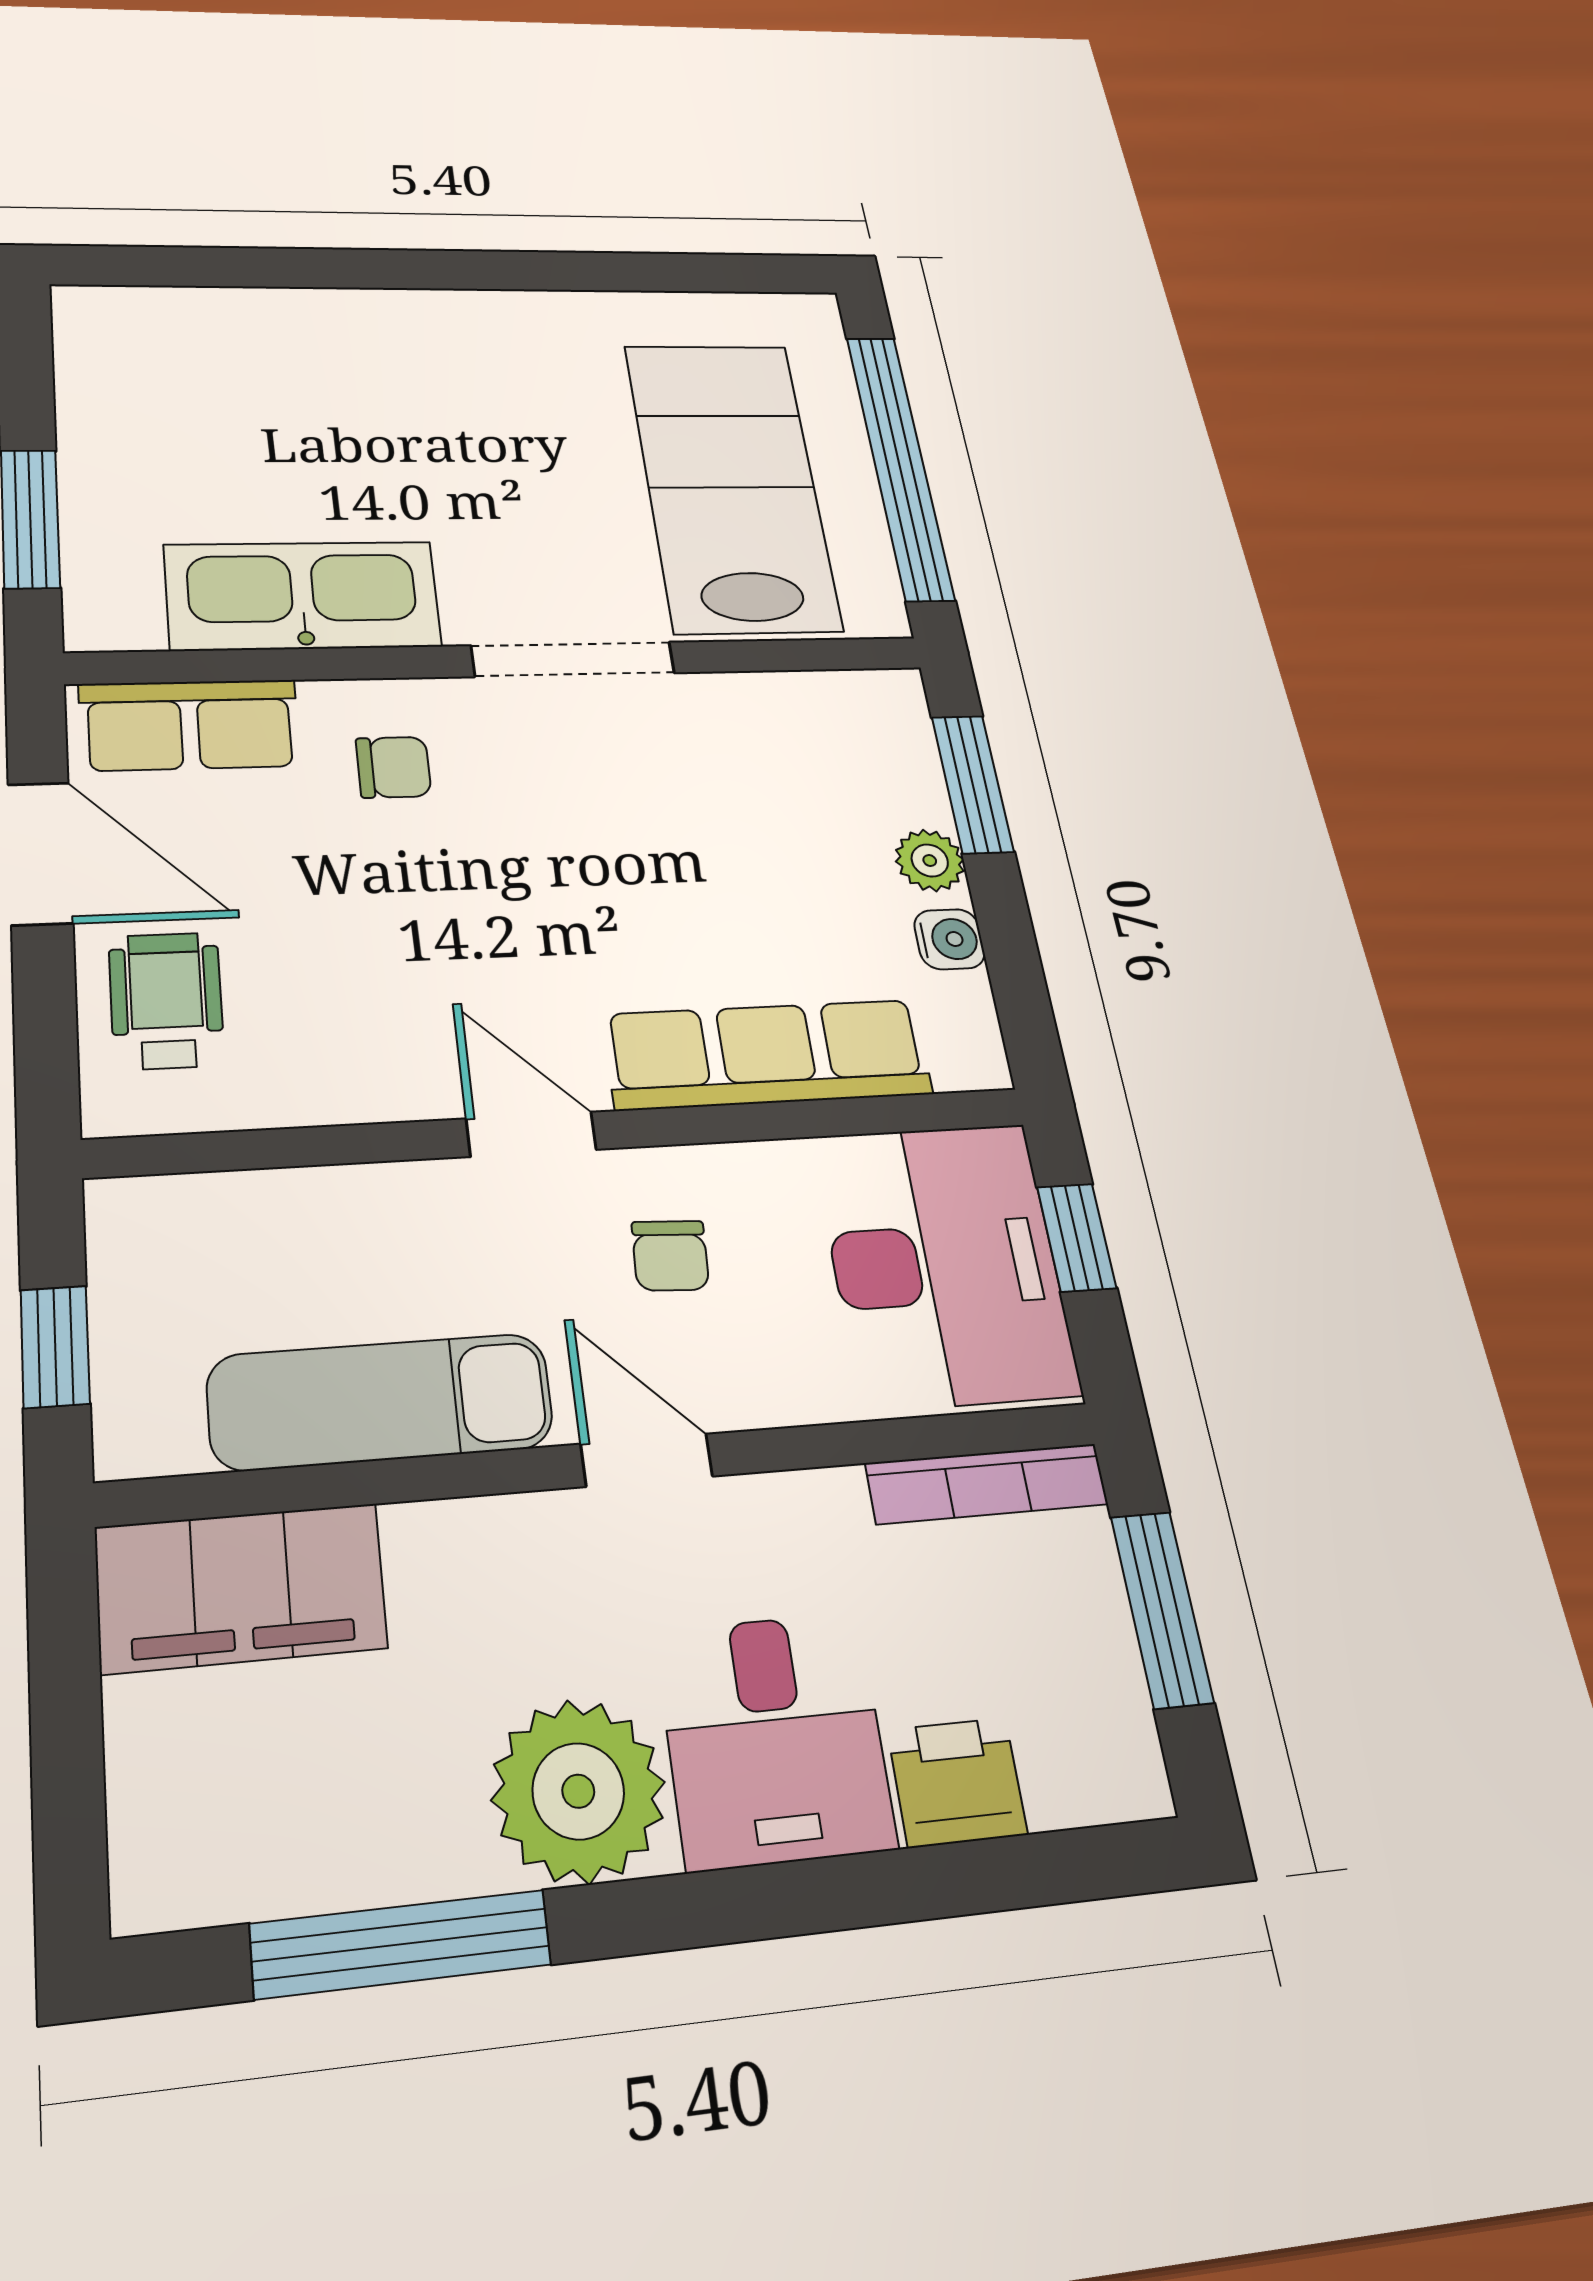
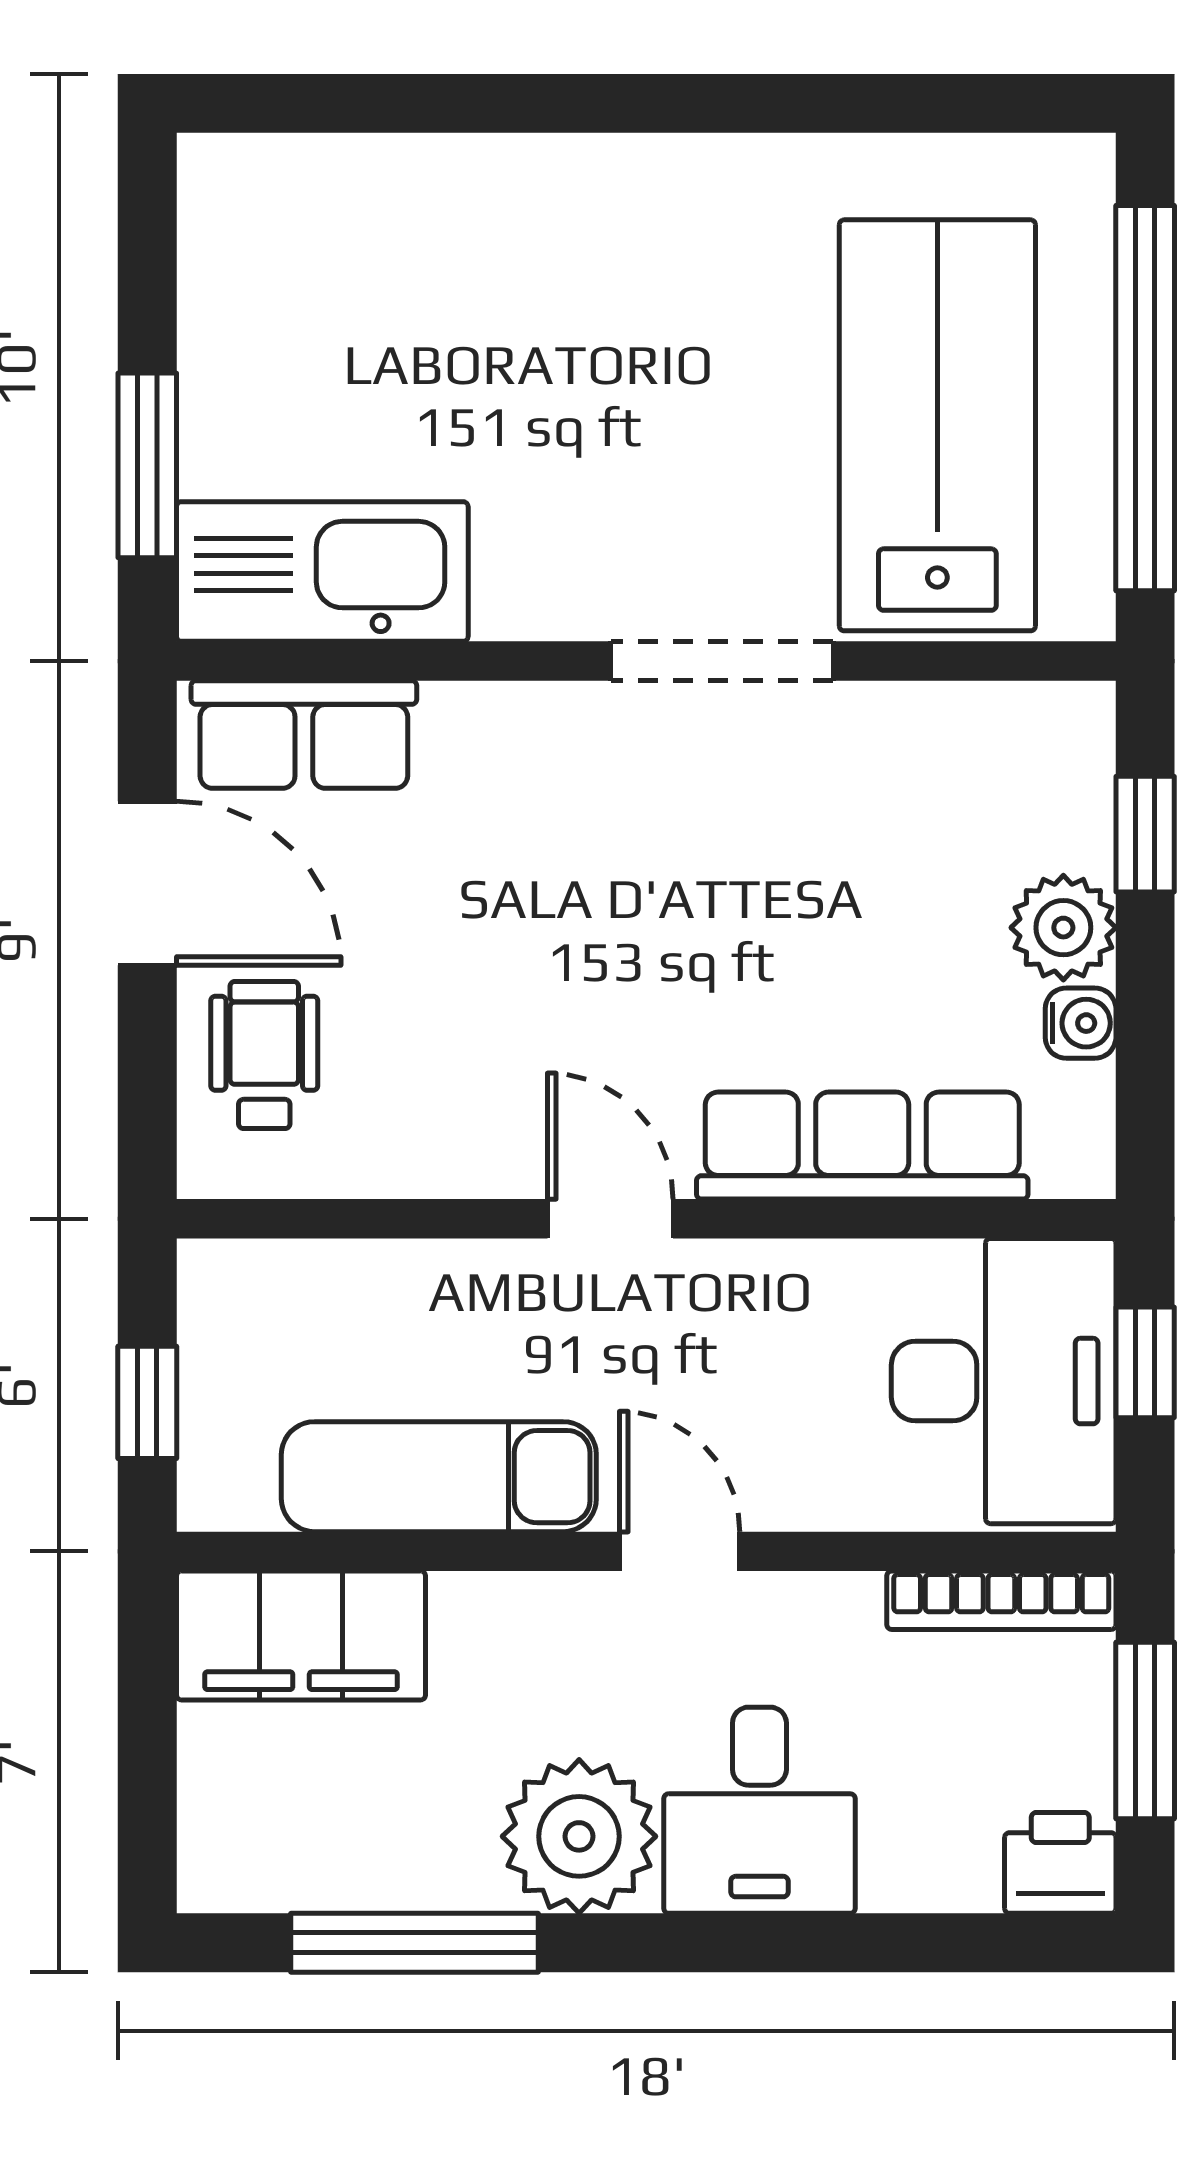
kitchen sink: (302, 596) -> (322, 572), moved
chair: (394, 767) -> (513, 793), removed
window: (973, 784) -> (1145, 834), width x0.67
plant: (930, 860) -> (1063, 928), width x1.38, depth x1.38
chair: (670, 1256) -> (731, 1354), removed
printer: (957, 1782) -> (1060, 1863), moved

